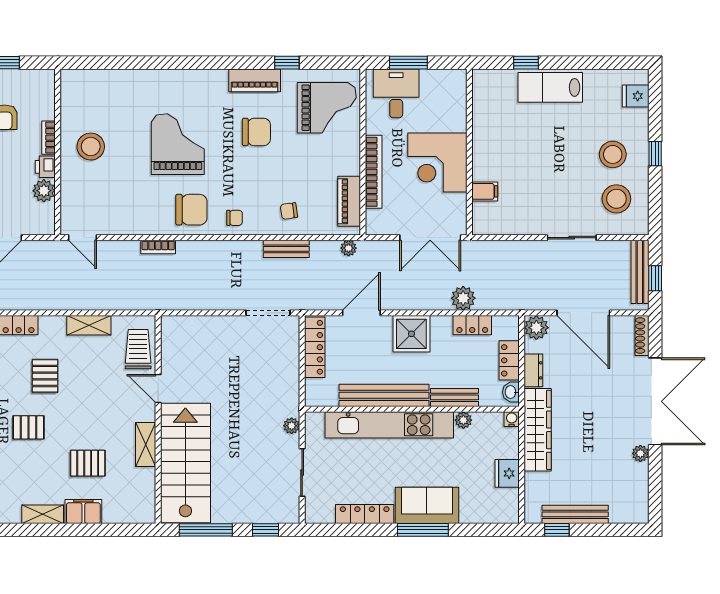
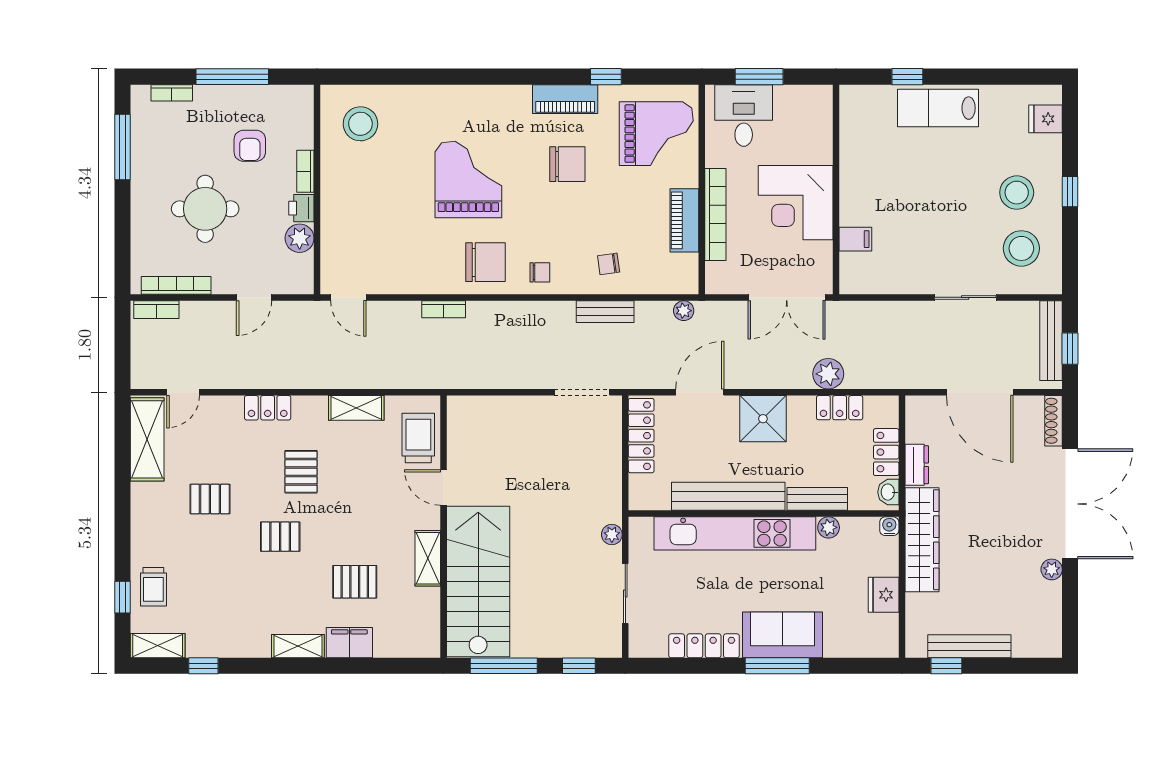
stool: (91, 147) -> (360, 124), moved
piano: (349, 201) -> (684, 220), moved
plant: (536, 328) -> (920, 411), removed

